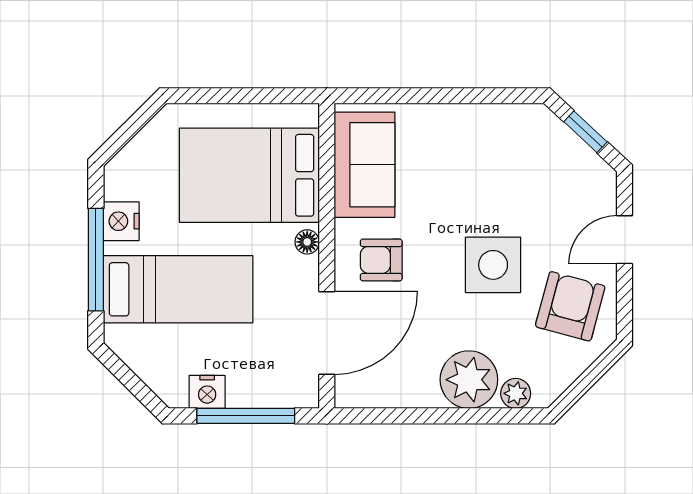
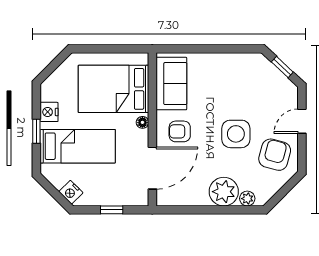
window: (96, 260) -> (36, 131), width x0.46
nightstand: (207, 392) -> (71, 192), moved, turned 45
window: (246, 416) -> (112, 210), width x0.46

